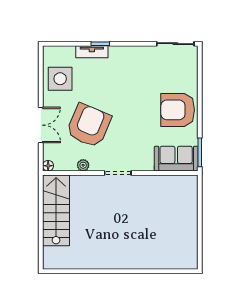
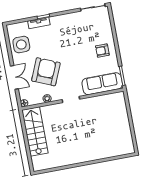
armchair: (178, 110) -> (102, 51), width x0.53, depth x0.53
sofa: (176, 159) -> (102, 84), width x1.36

